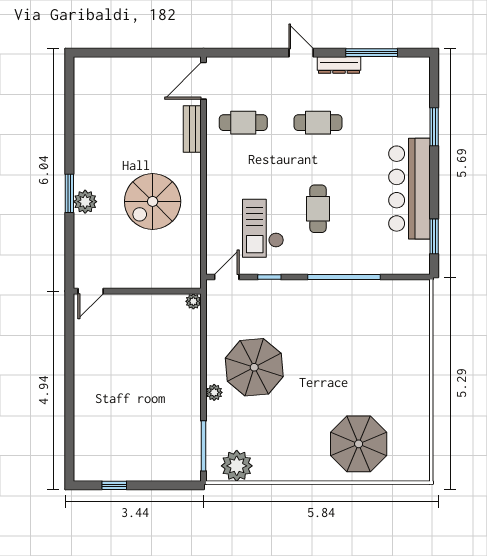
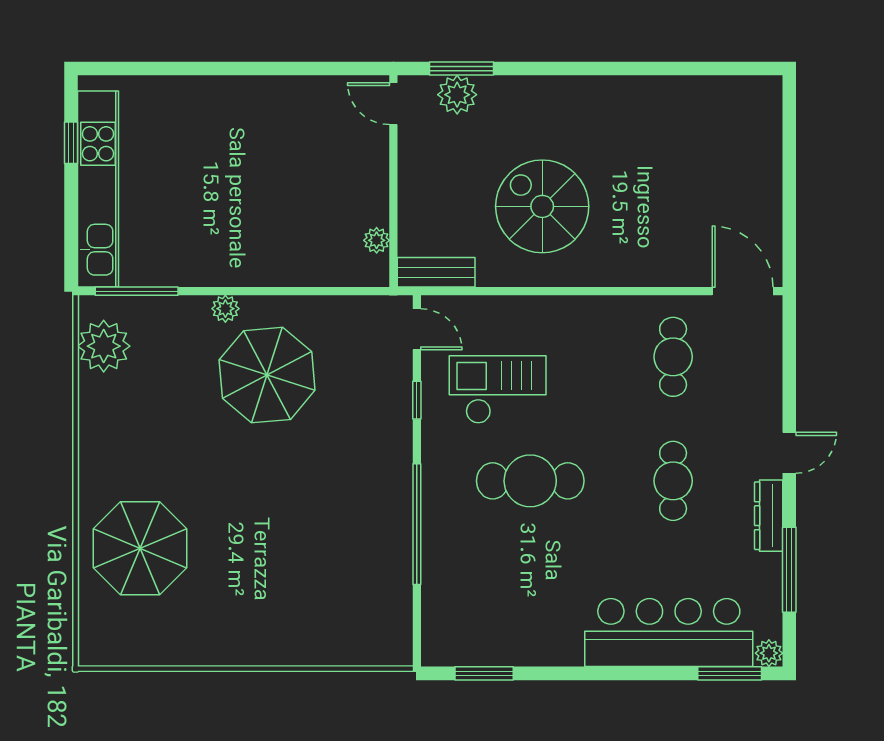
plant: (422, 65) -> (769, 653), added
window: (434, 127) -> (730, 673), moved
bench: (192, 129) -> (436, 272), moved
bar counter: (409, 189) -> (669, 633), moved
window: (69, 193) -> (461, 69), moved
plant: (85, 202) -> (457, 95), moved
cafe table: (318, 209) -> (530, 481), width x1.37, depth x1.35
plant: (193, 301) -> (377, 240), moved
kitchen unit: (142, 469) -> (98, 189), added

